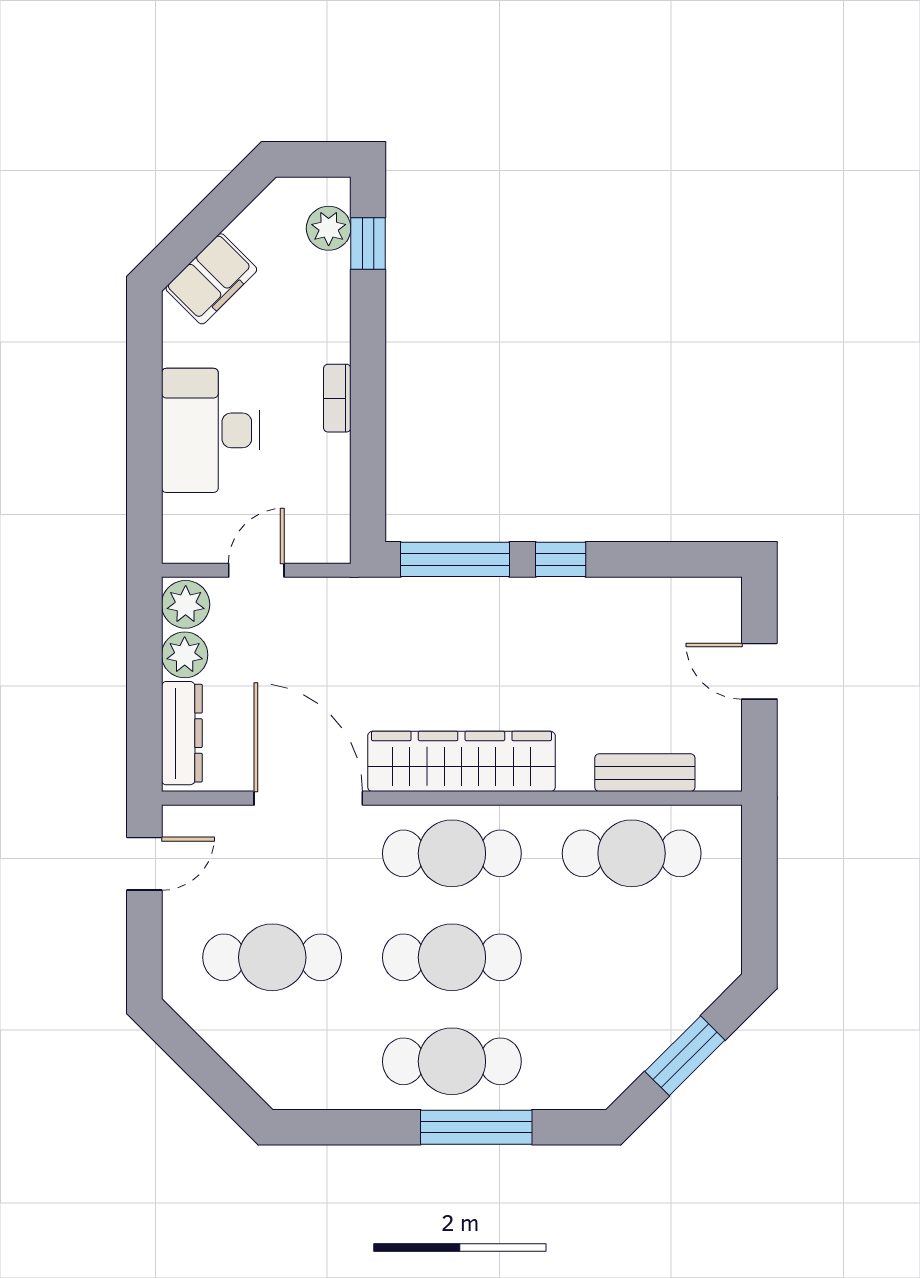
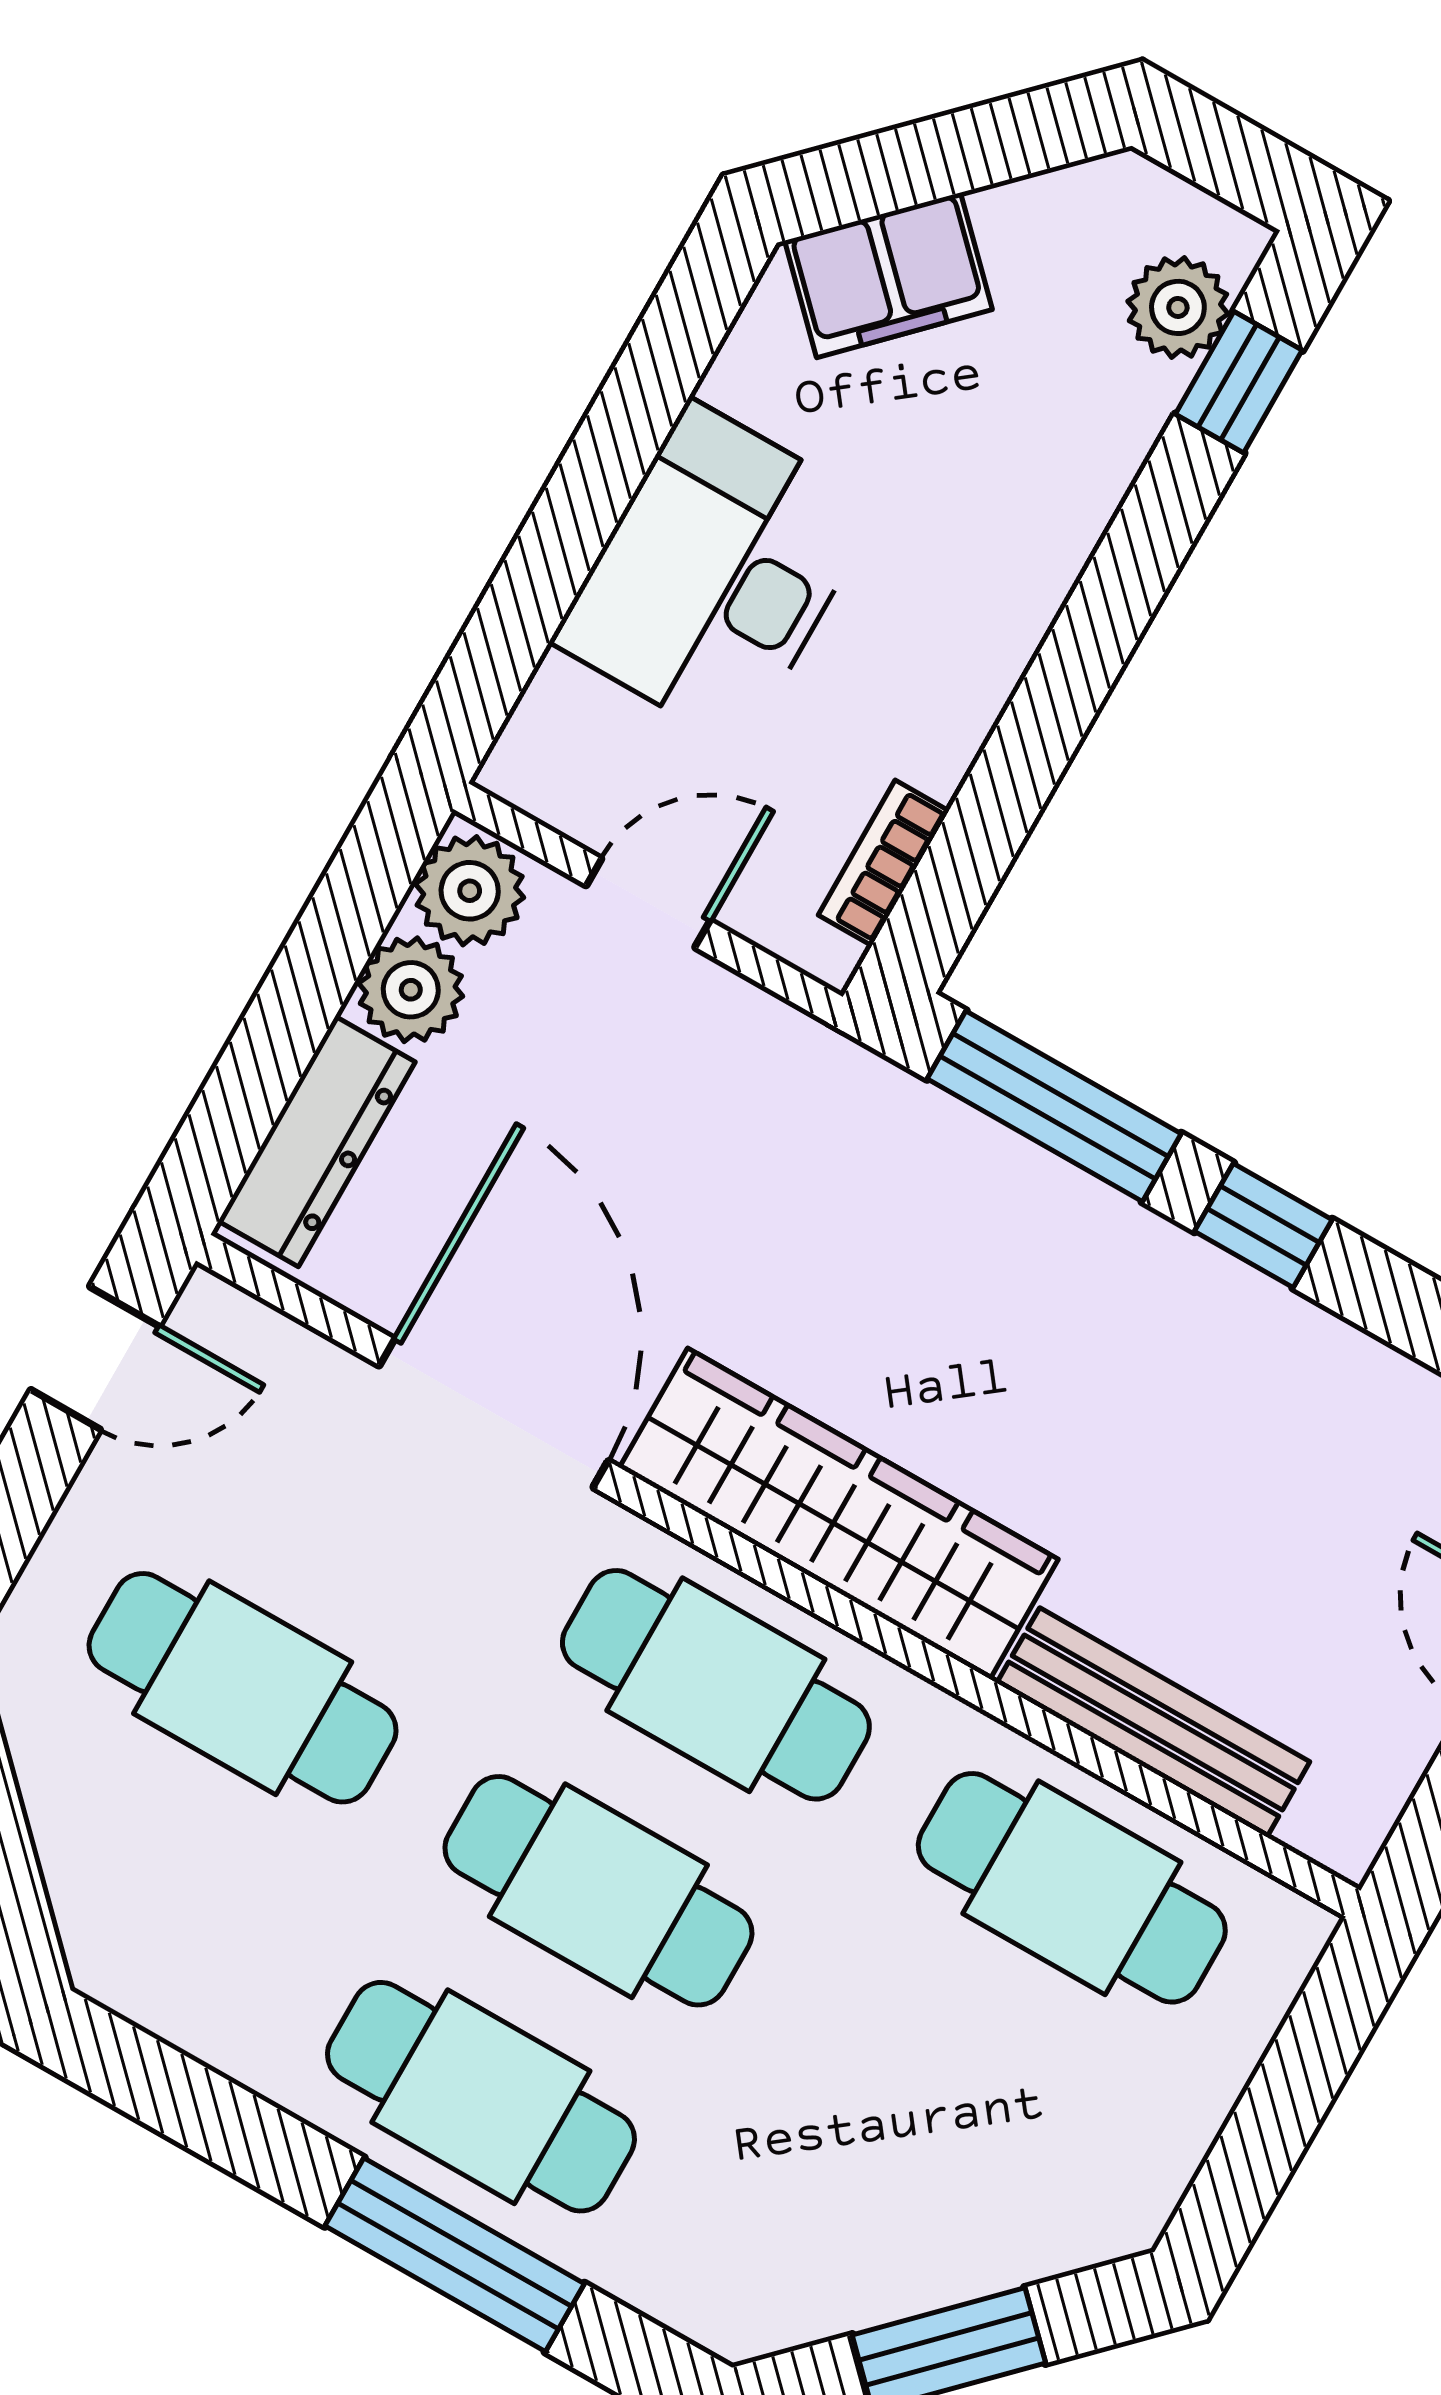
bookcase: (337, 398) -> (884, 863), moved
bench: (645, 773) -> (1153, 1722), width x1.36

